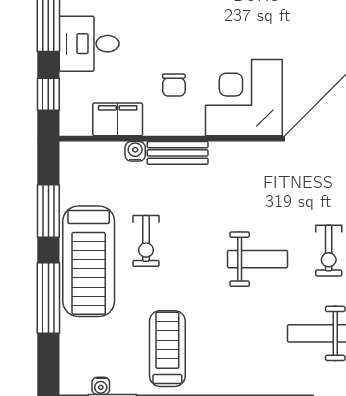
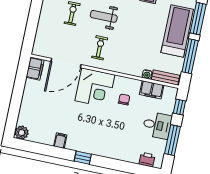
bench: (178, 153) -> (166, 77), moved
window: (48, 211) -> (190, 56), width x1.44
exercise bike: (146, 241) -> (100, 48), moved

